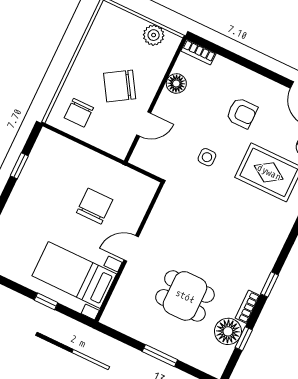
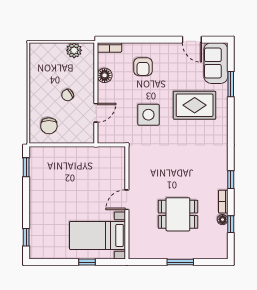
chair: (120, 86) -> (68, 95), width x0.54, depth x0.54
armchair: (242, 113) -> (143, 67), moved, turned 90
side table: (207, 157) -> (148, 115), width x1.87, depth x1.87
window: (19, 166) -> (26, 167), moved
chair: (95, 206) -> (89, 183), removed
floor lamp: (228, 331) -> (223, 220), width x0.53, depth x0.53

